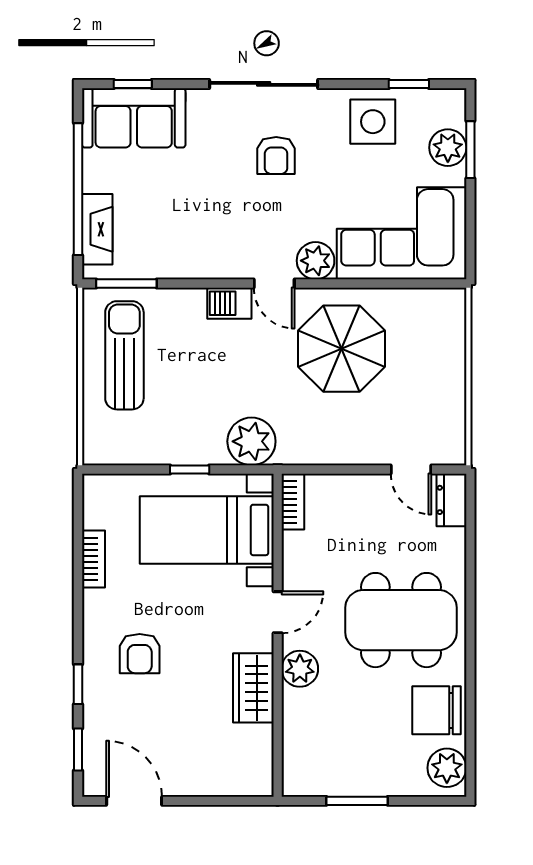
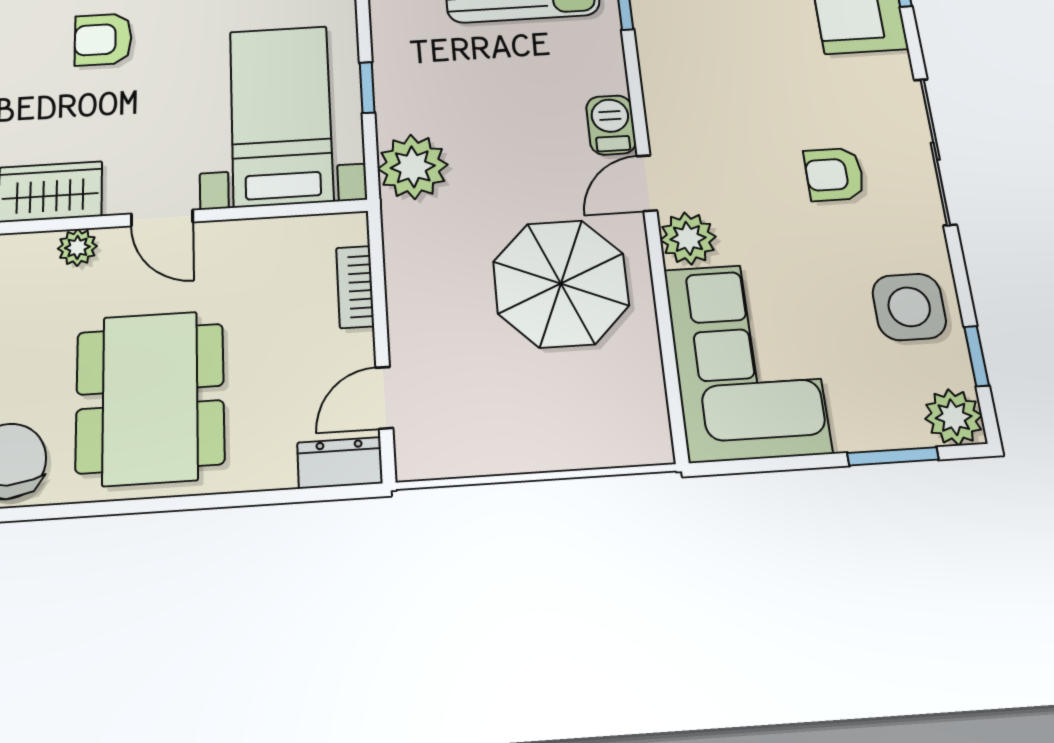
plant: (448, 148) -> (954, 417), moved
bookcase: (293, 502) -> (355, 287), moved, turned 90
plant: (300, 669) -> (77, 247), width x0.73, depth x0.73

